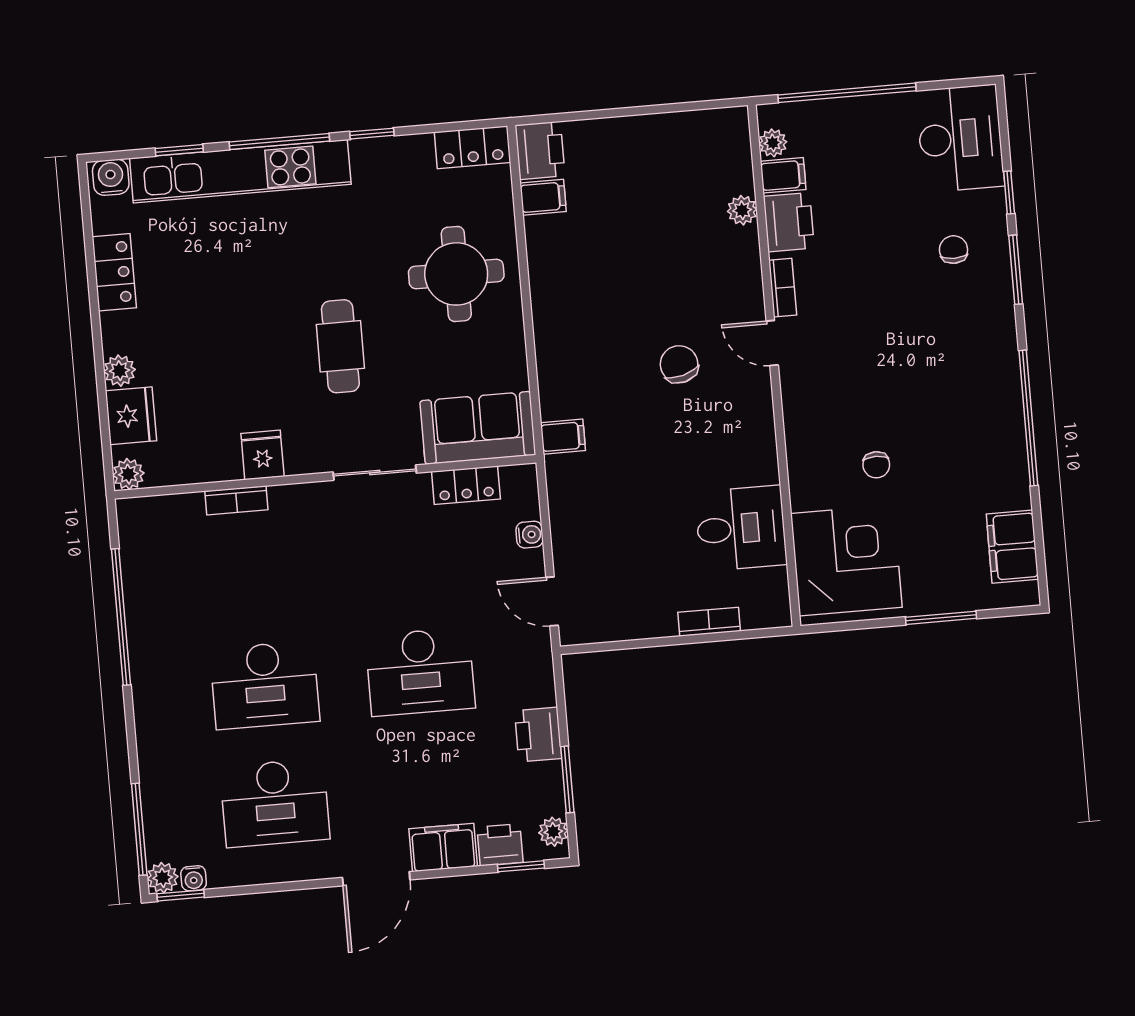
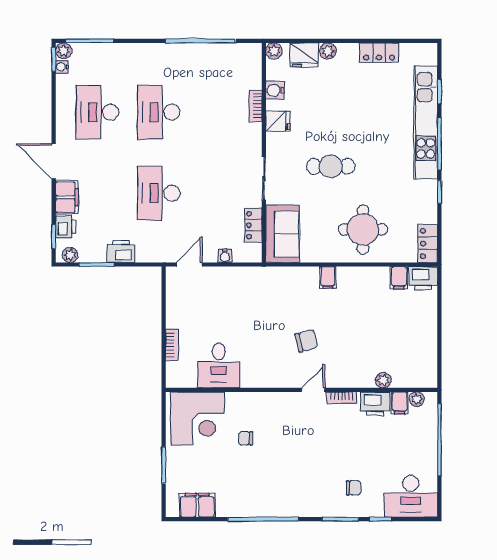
water cooler: (111, 177) -> (275, 90), moved, turned 180
filing cabinet: (563, 437) -> (328, 278), moved

